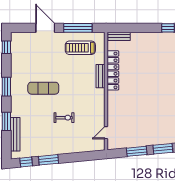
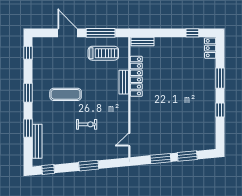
treadmill: (80, 48) -> (103, 53), turned 180
window: (49, 160) -> (89, 166), moved

